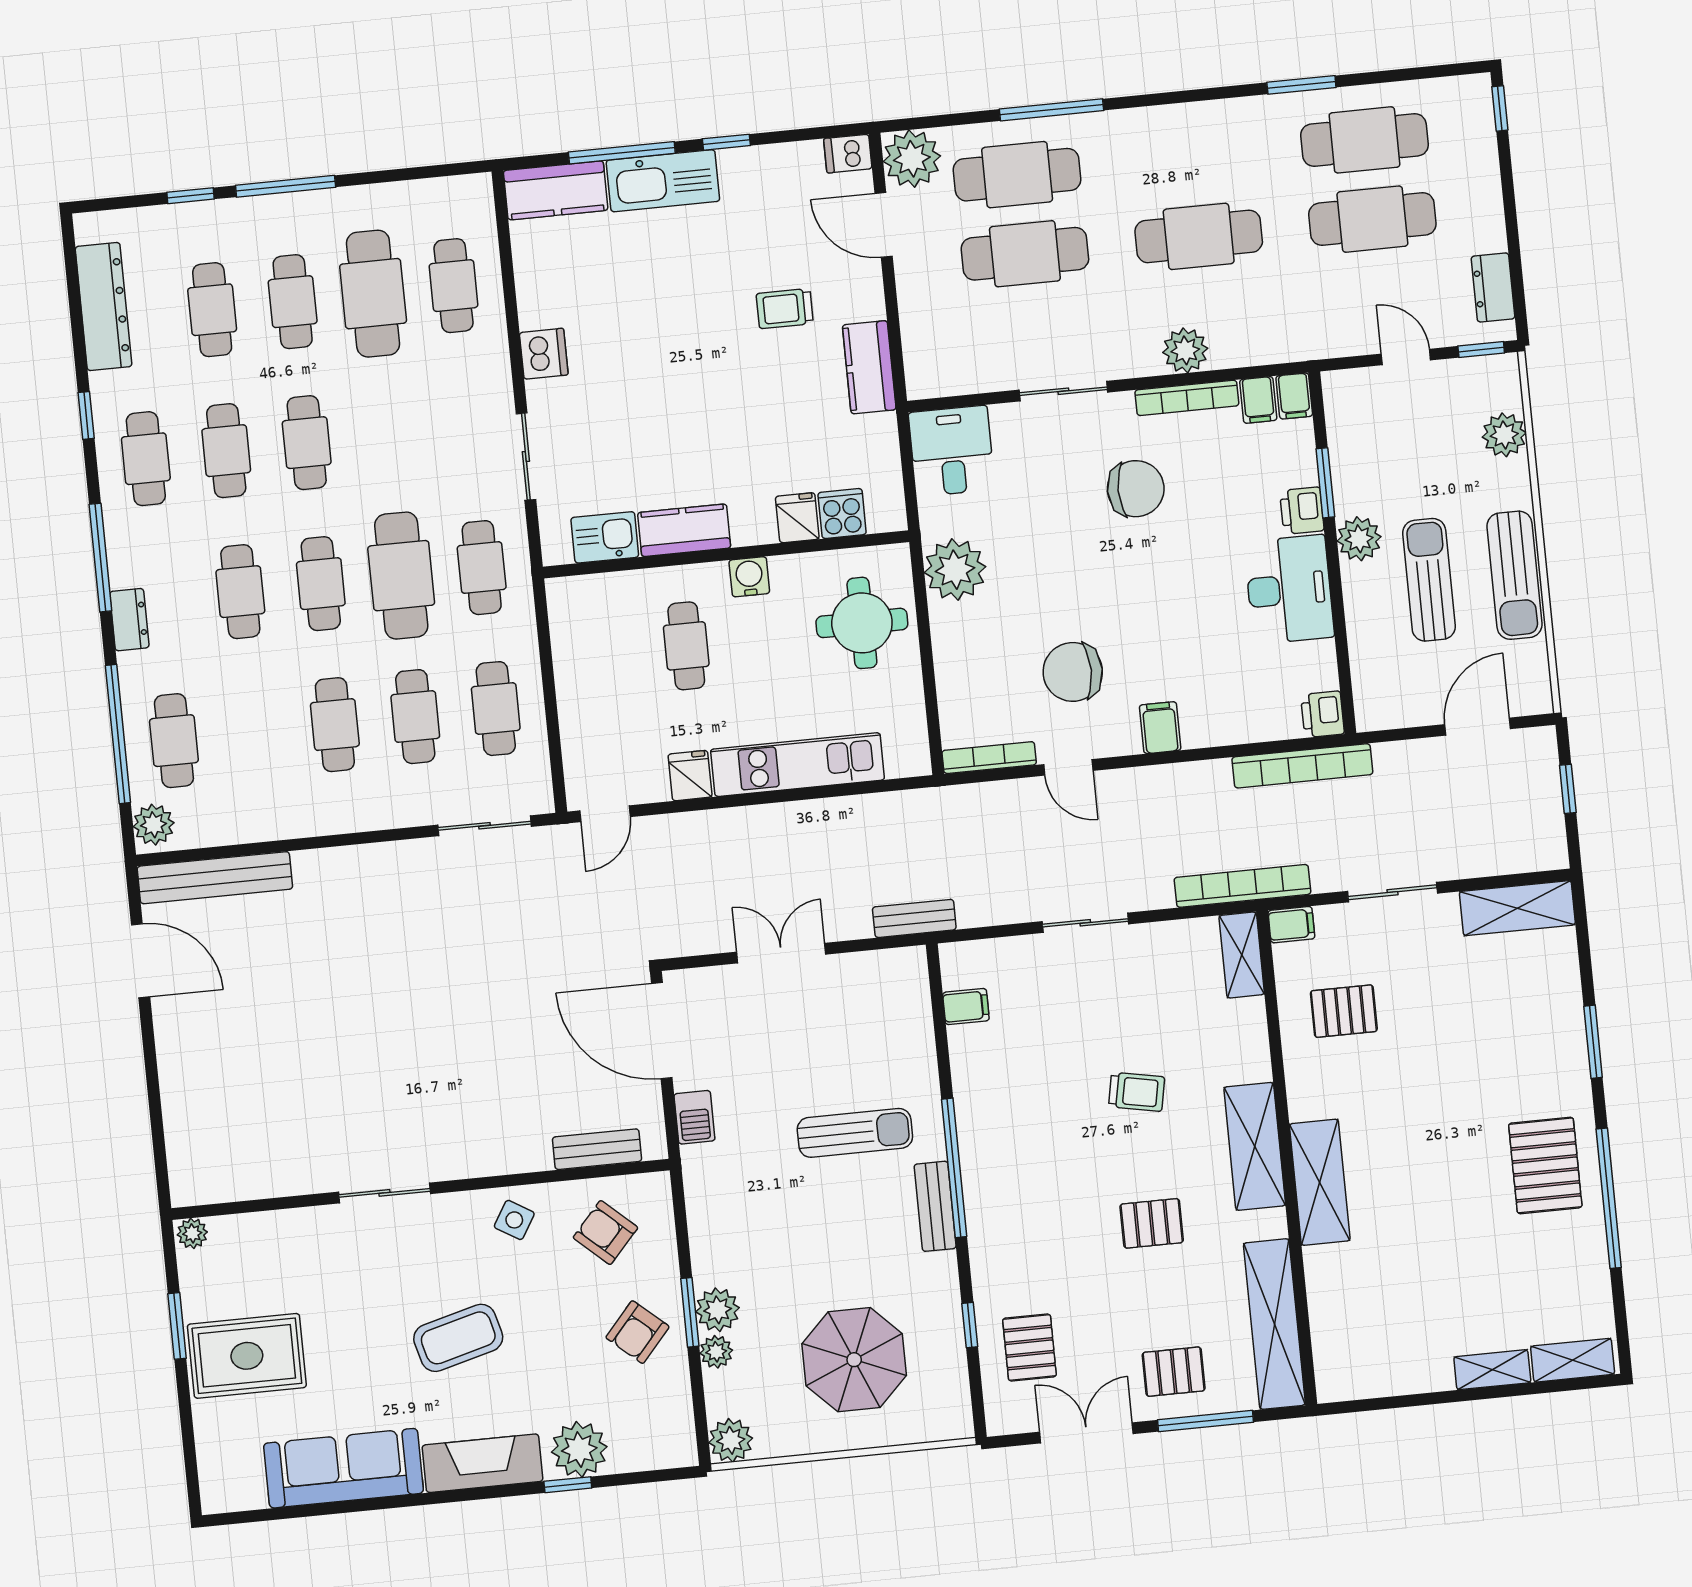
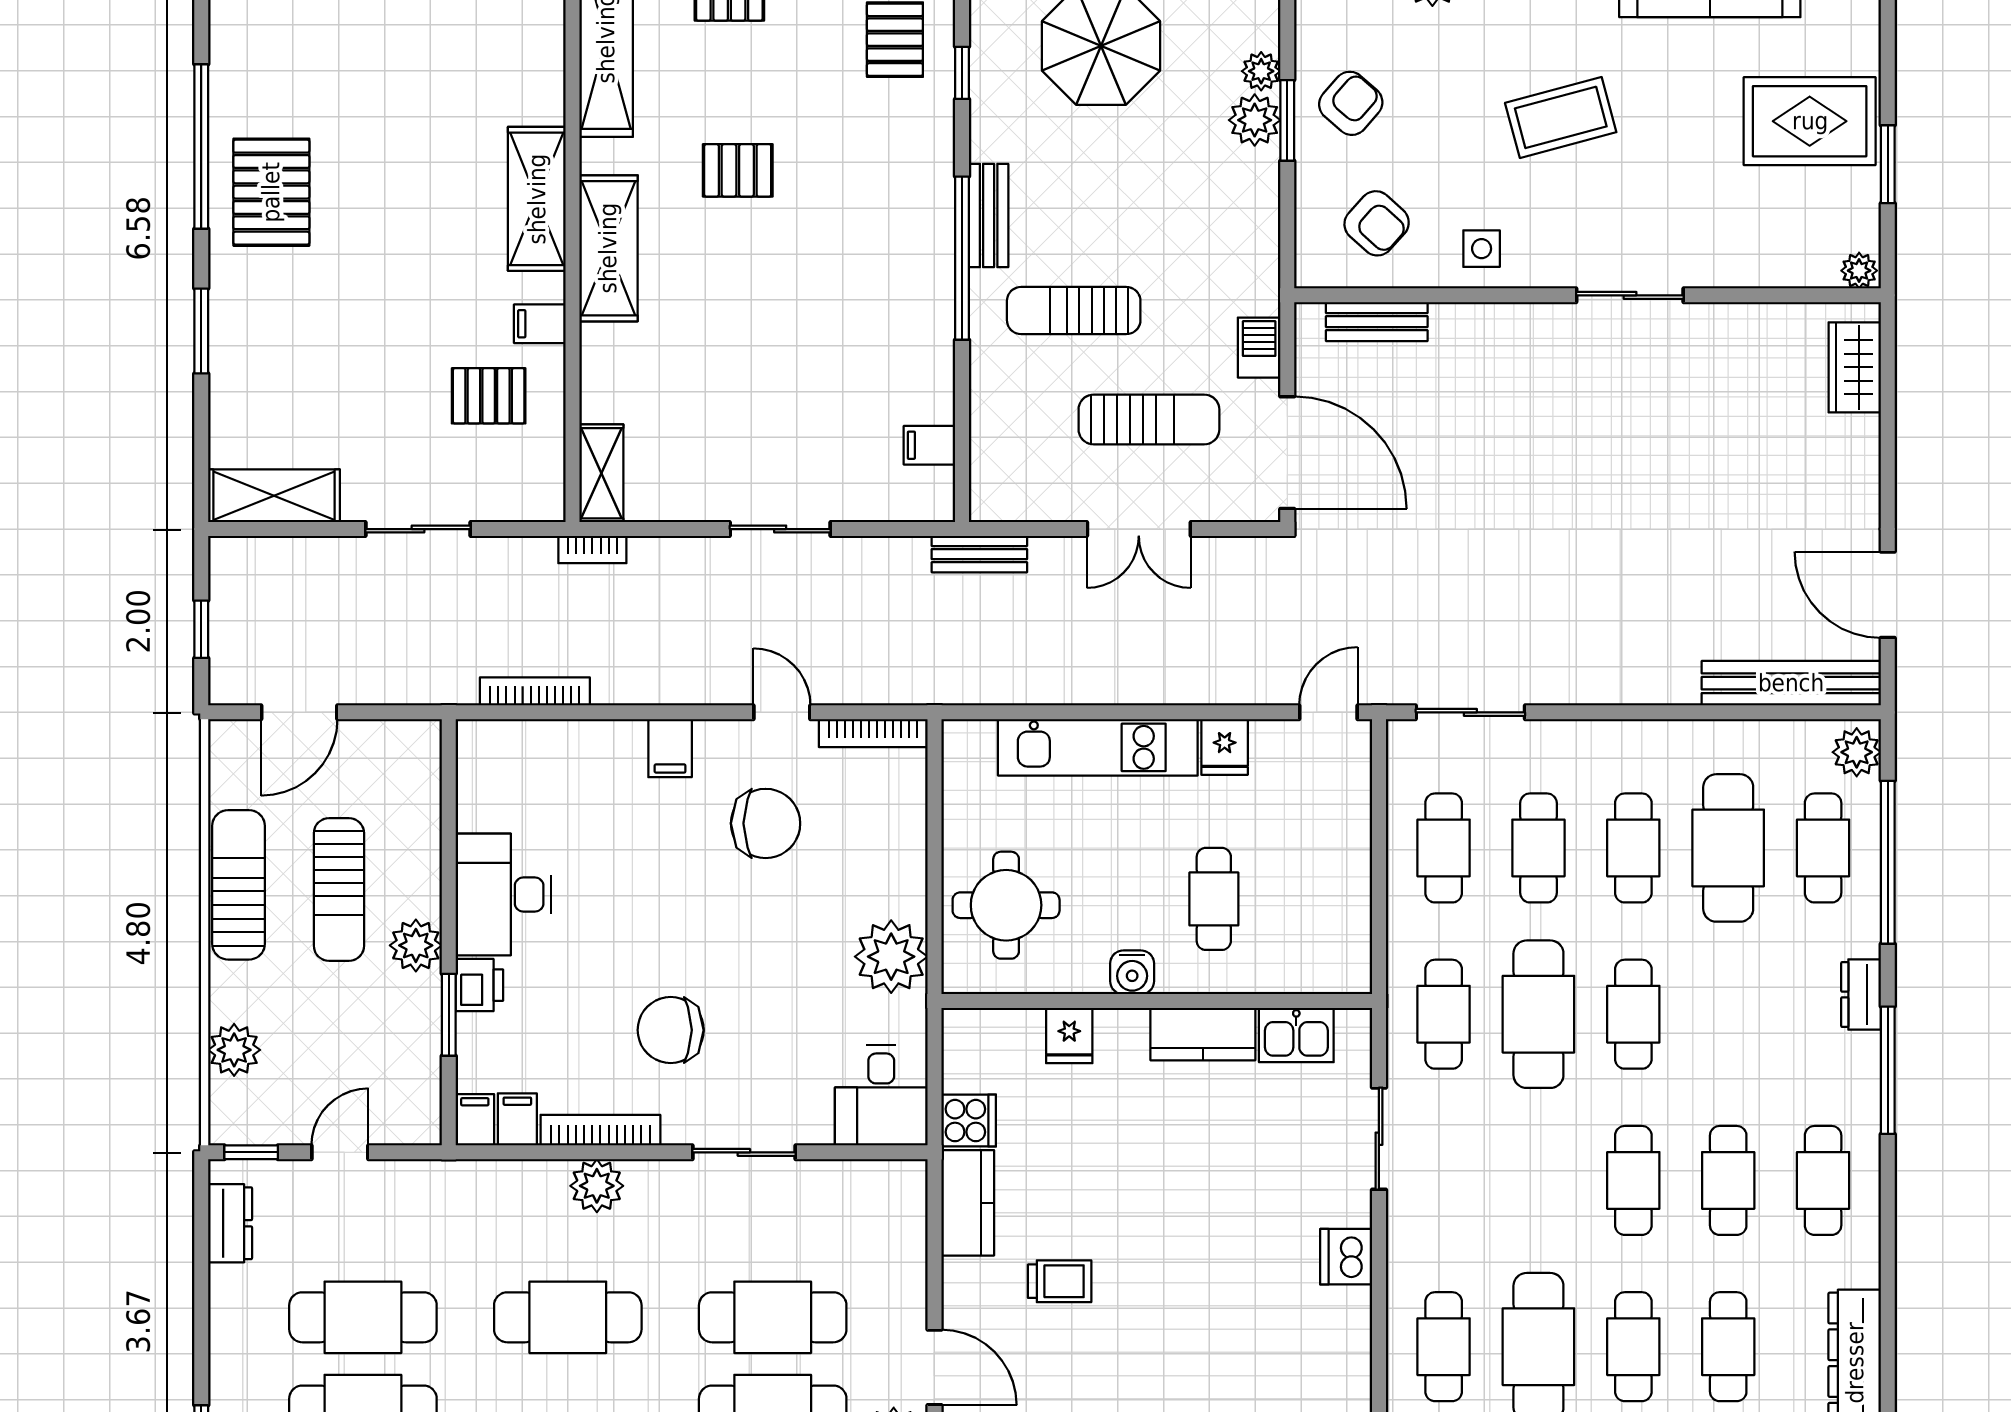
door: (1406, 357) -> (340, 1152), swing flipped
window: (86, 415) -> (1888, 1238), removed
cooker: (842, 514) -> (969, 1121), moved, turned -90
cafe table: (240, 592) -> (1728, 848), moved, width x1.37, depth x1.35
printer: (1323, 714) -> (479, 745), removed
bookcase: (1302, 766) -> (535, 691), width x0.68, depth x0.76
bookcase: (1242, 886) -> (592, 550), width x0.43, depth x0.76
filing cabinet: (1291, 925) -> (540, 324), moved
sun lounger: (782, 1047) -> (1149, 419), added
trolley: (1137, 1092) -> (740, 326), removed
wardrobe: (188, 1151) -> (1855, 367), added
side table: (514, 1220) -> (1482, 249), turned -31

